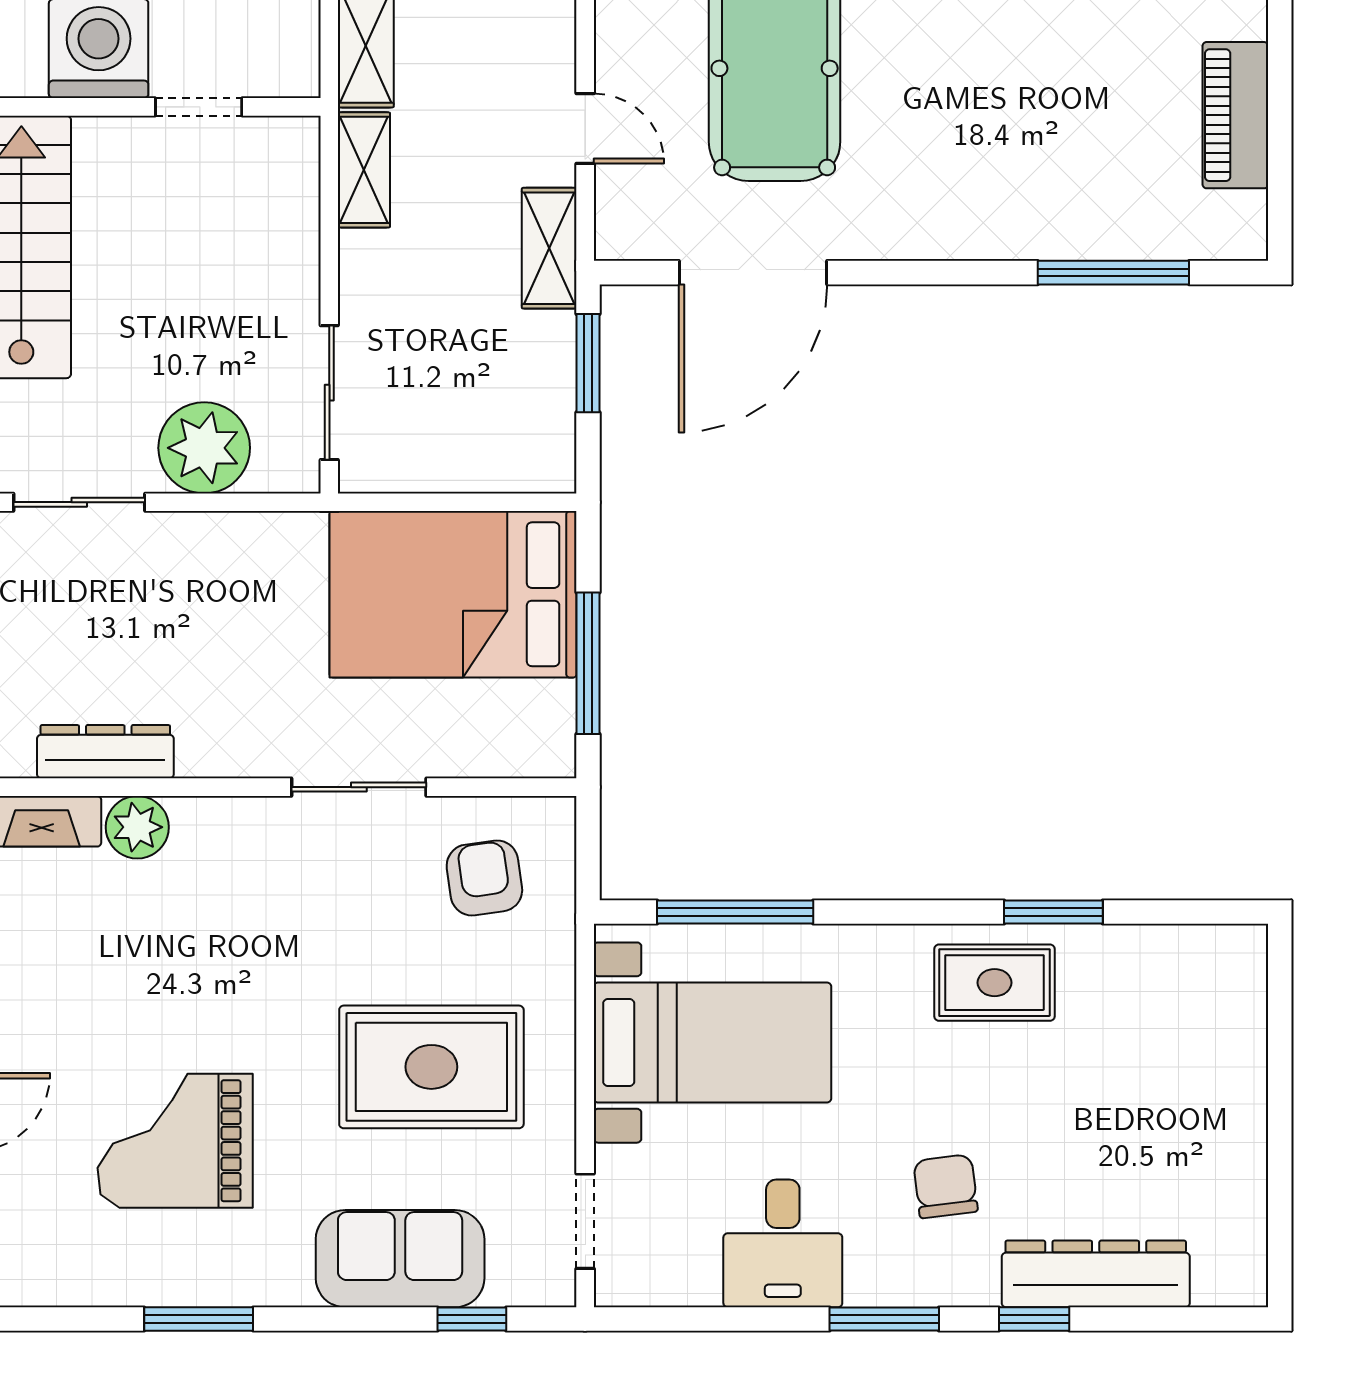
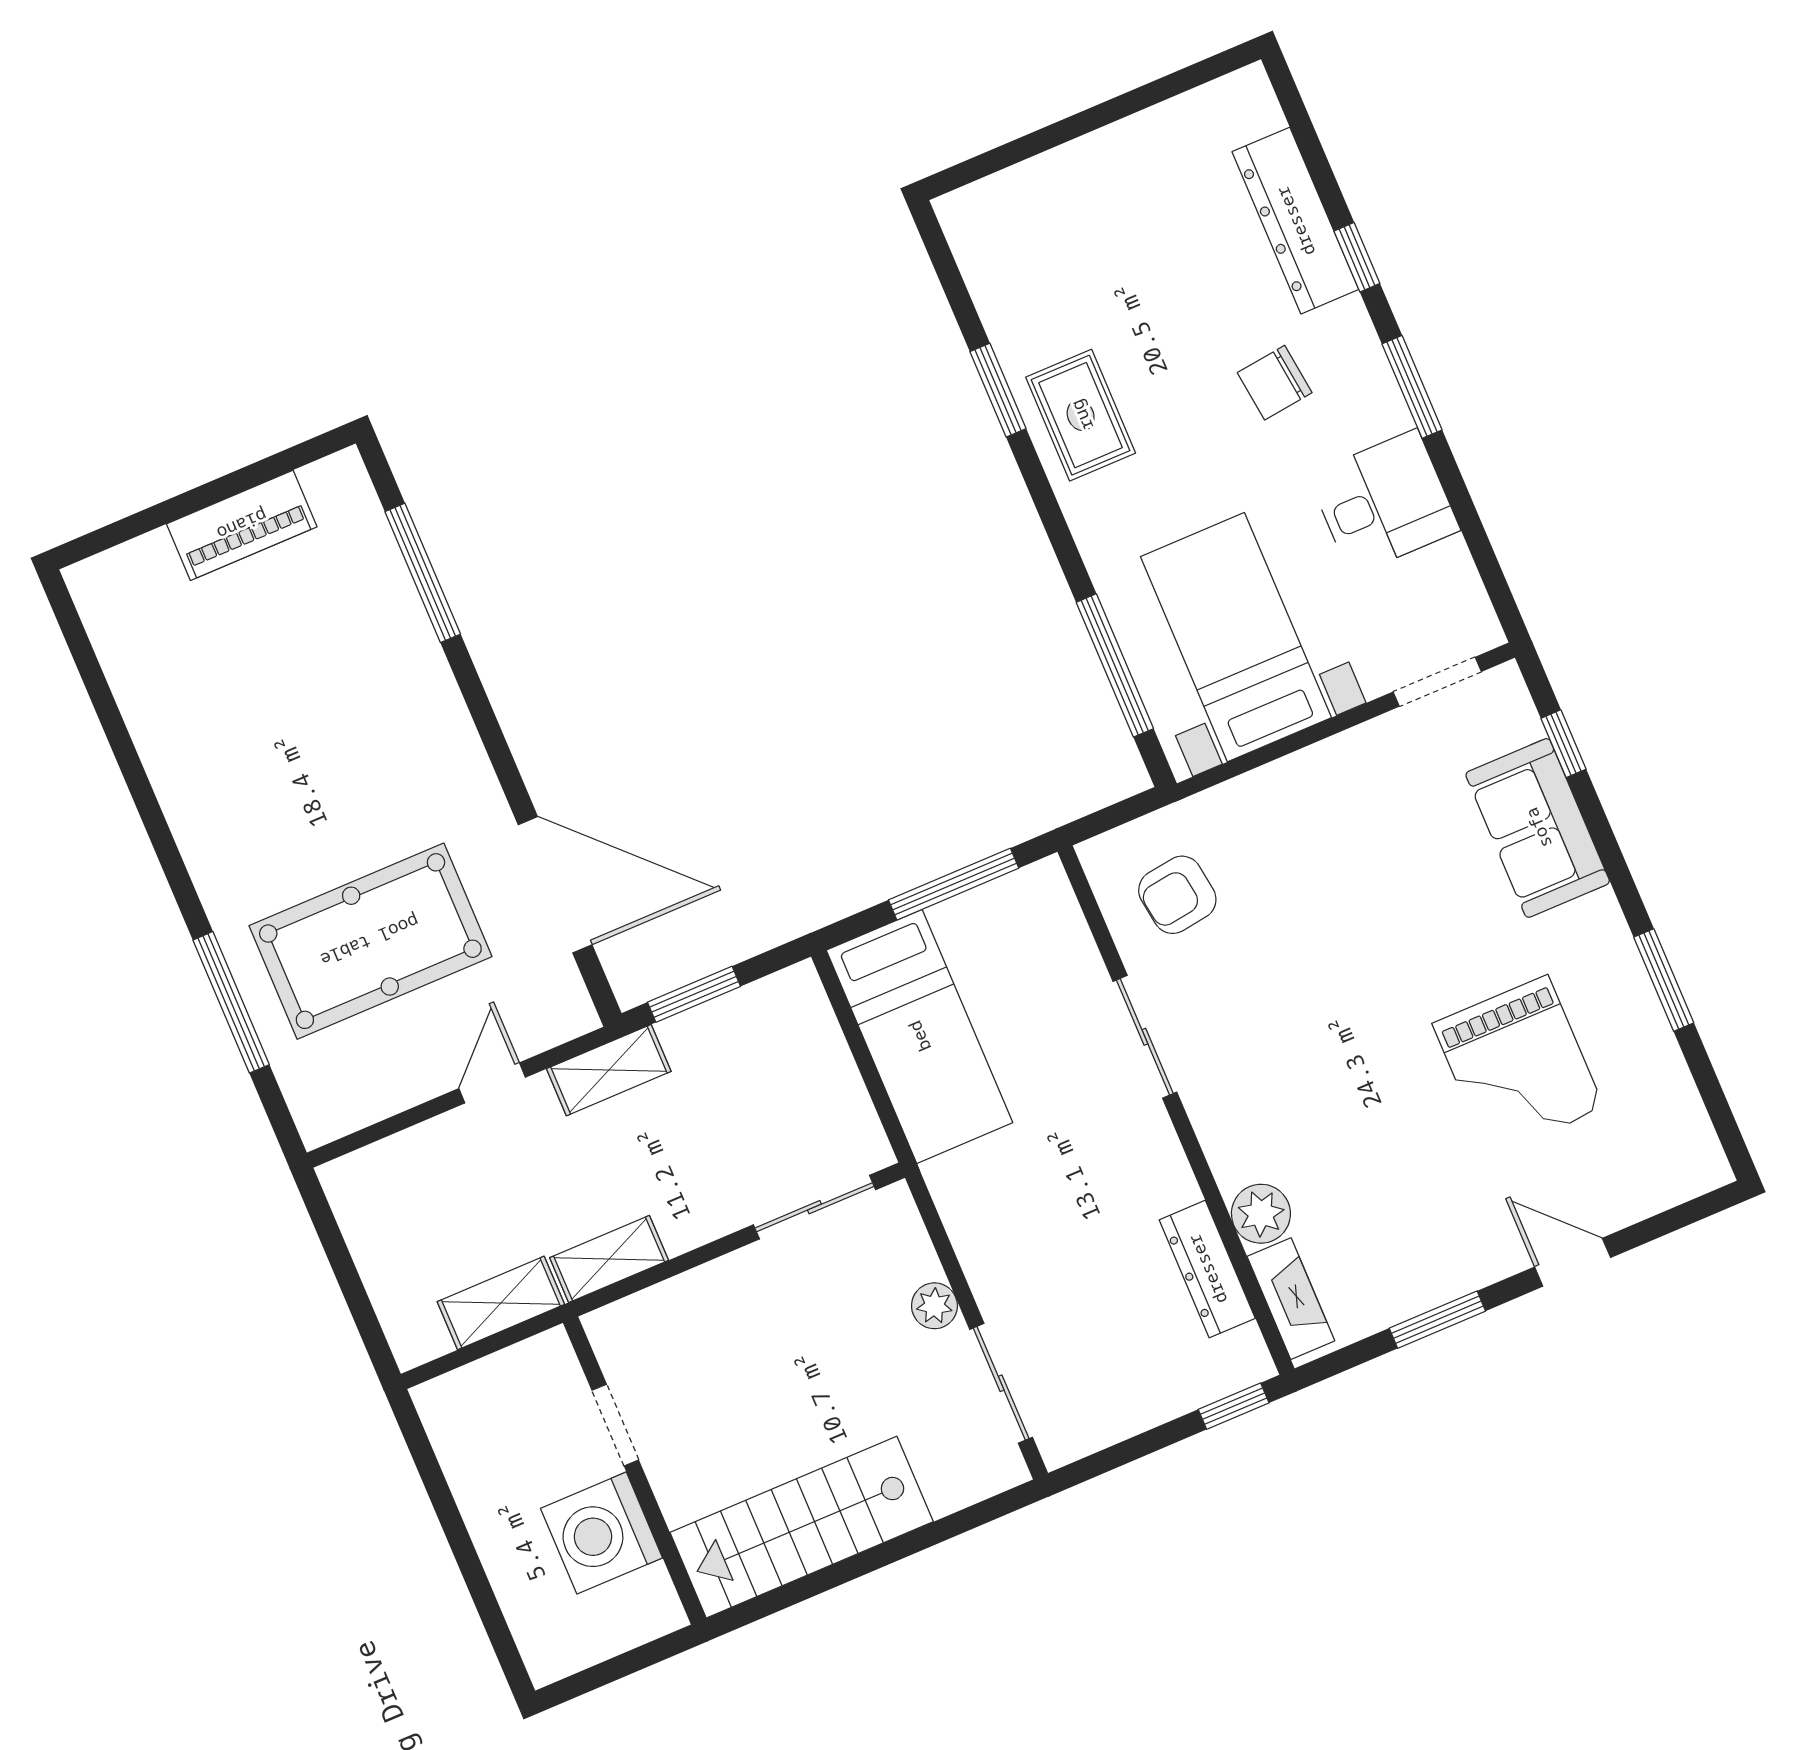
plant: (204, 448) -> (934, 1306), width x0.53, depth x0.53
bed: (453, 594) -> (919, 1036), width x0.67
rug: (431, 1067) -> (1360, 871), removed

